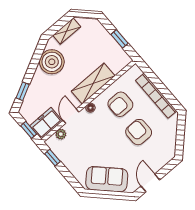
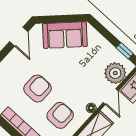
armchair: (139, 132) -> (37, 88), turned -90
plant: (61, 134) -> (115, 73), width x1.88, depth x1.88

